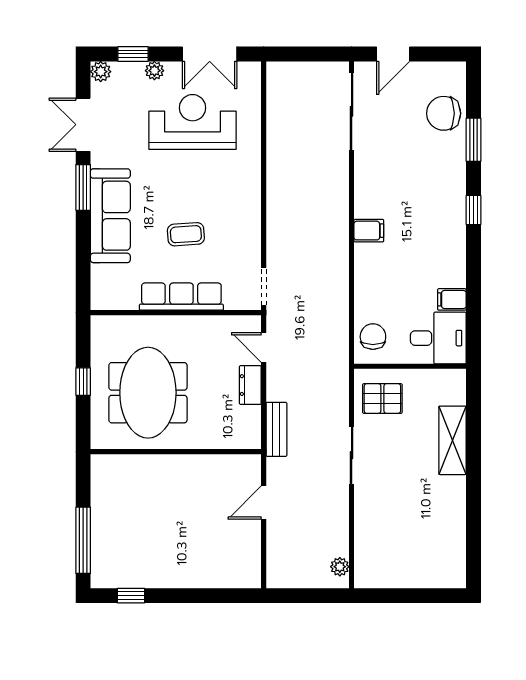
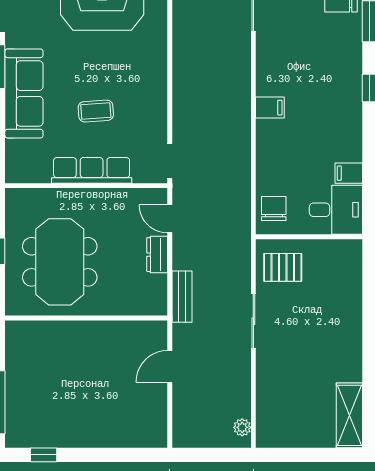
shelving: (453, 440) -> (349, 415), moved

